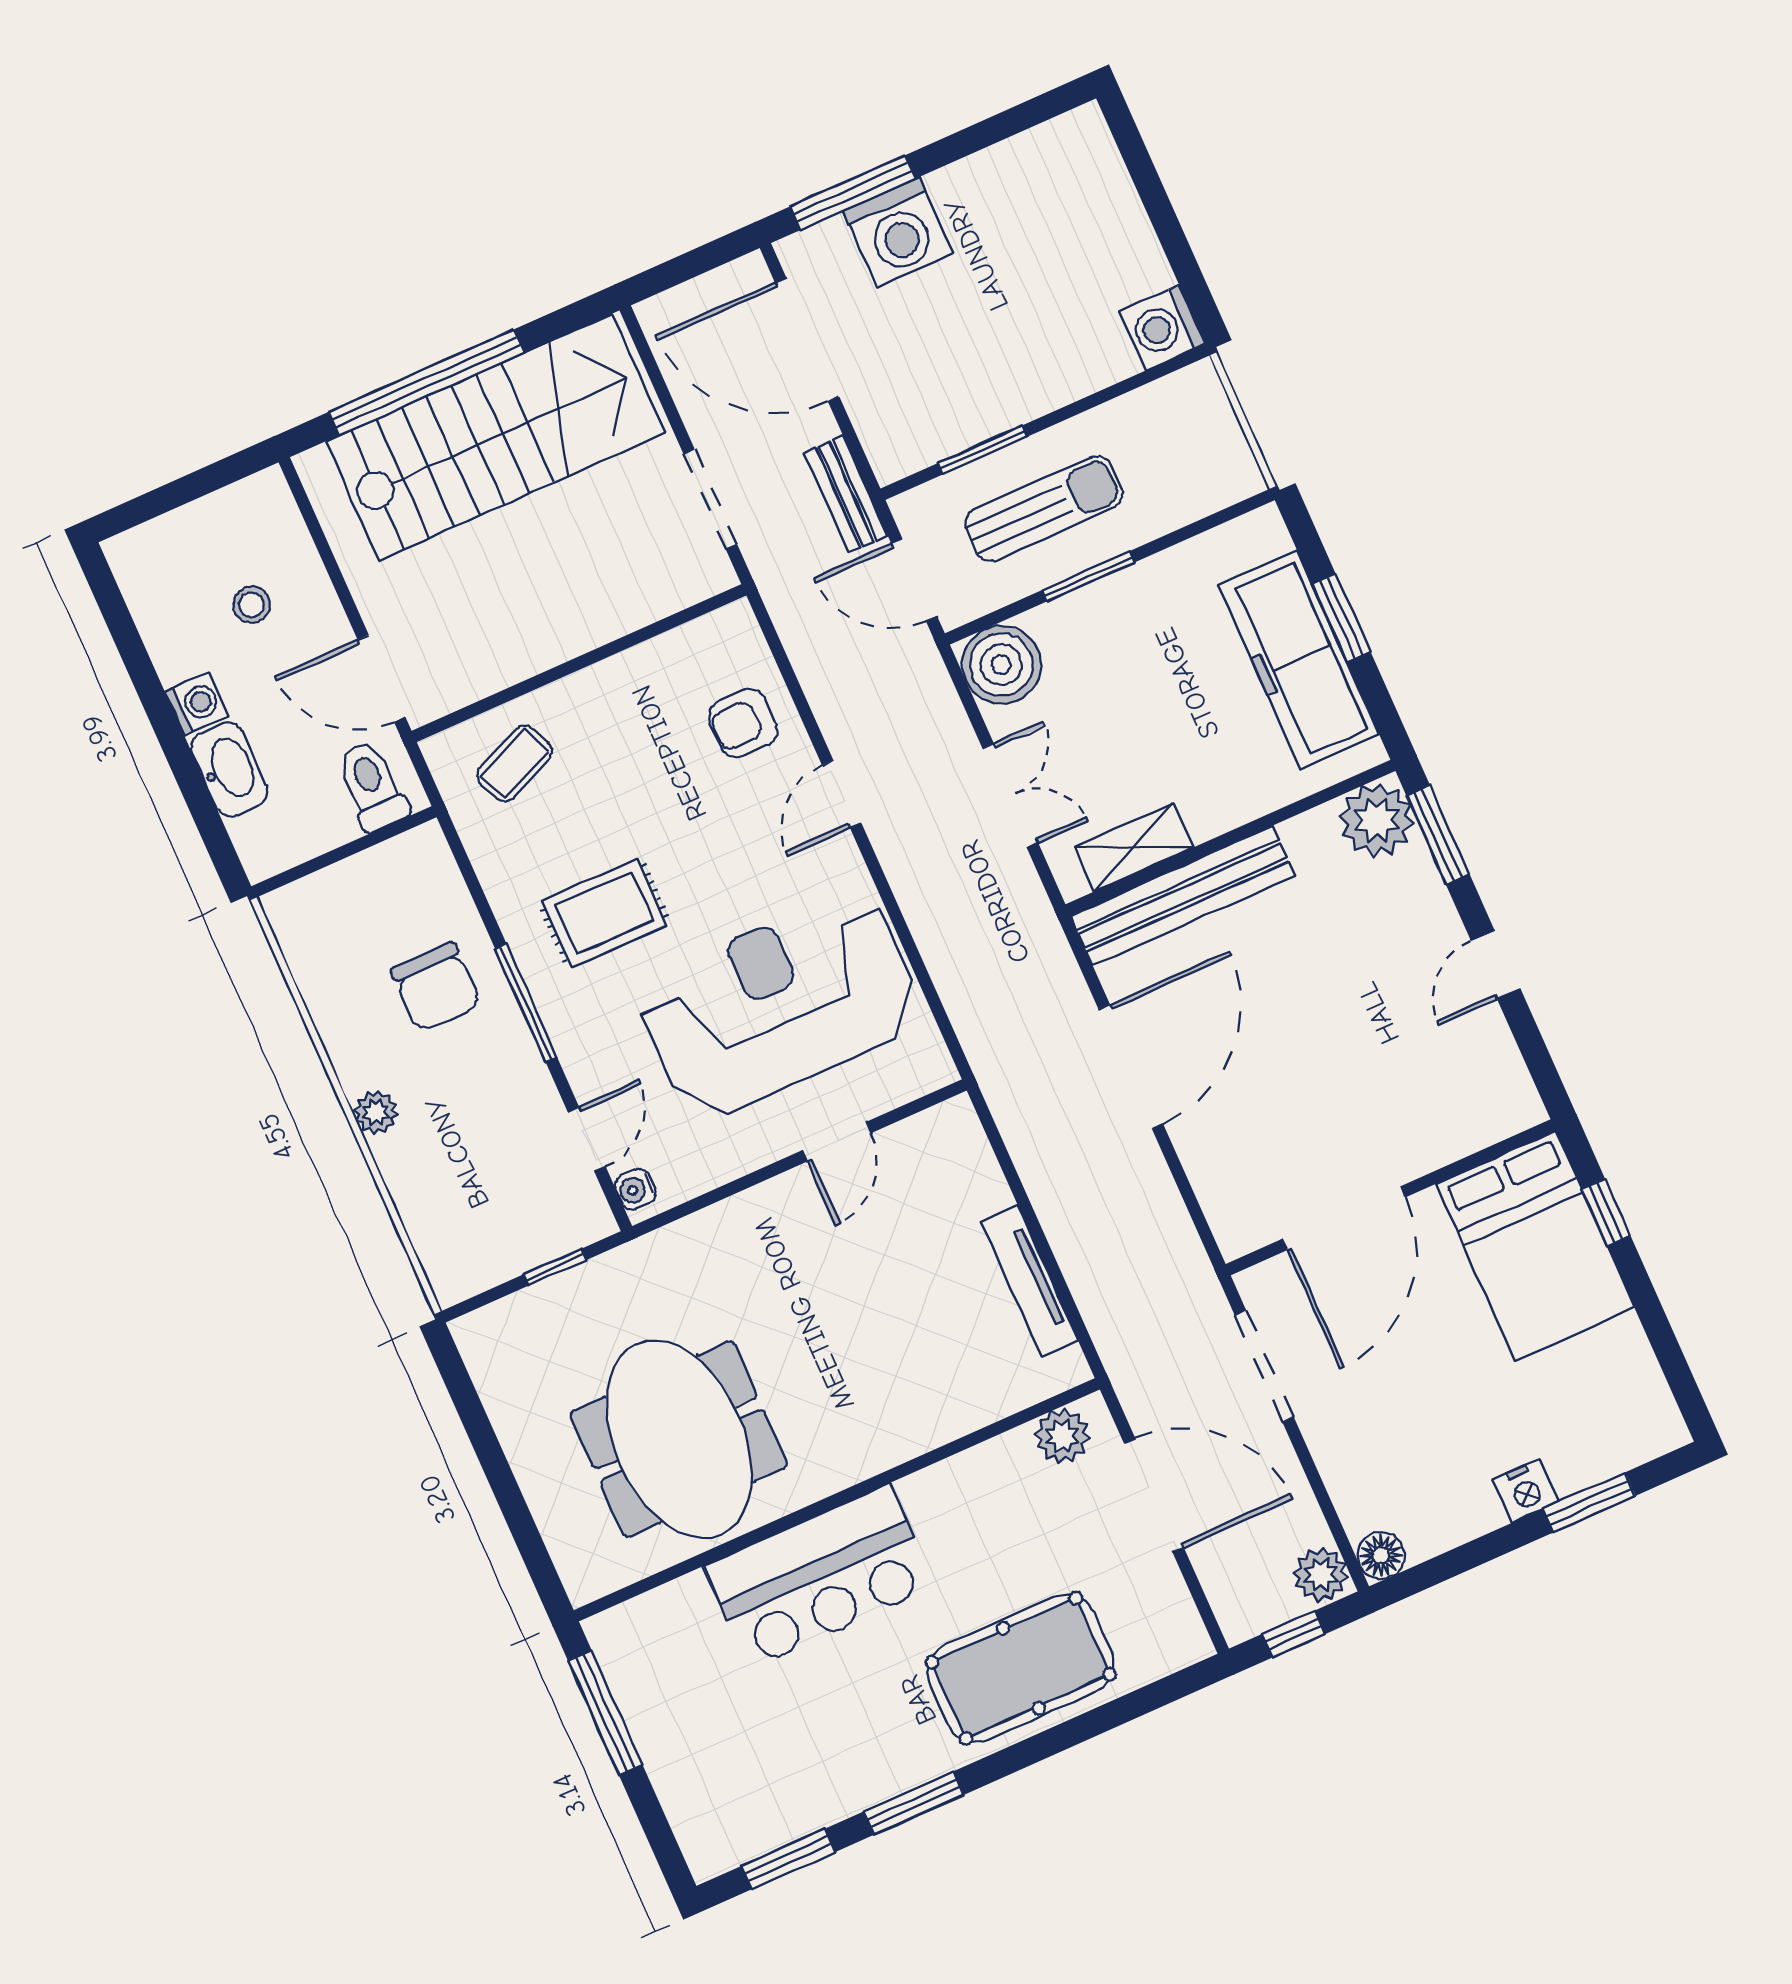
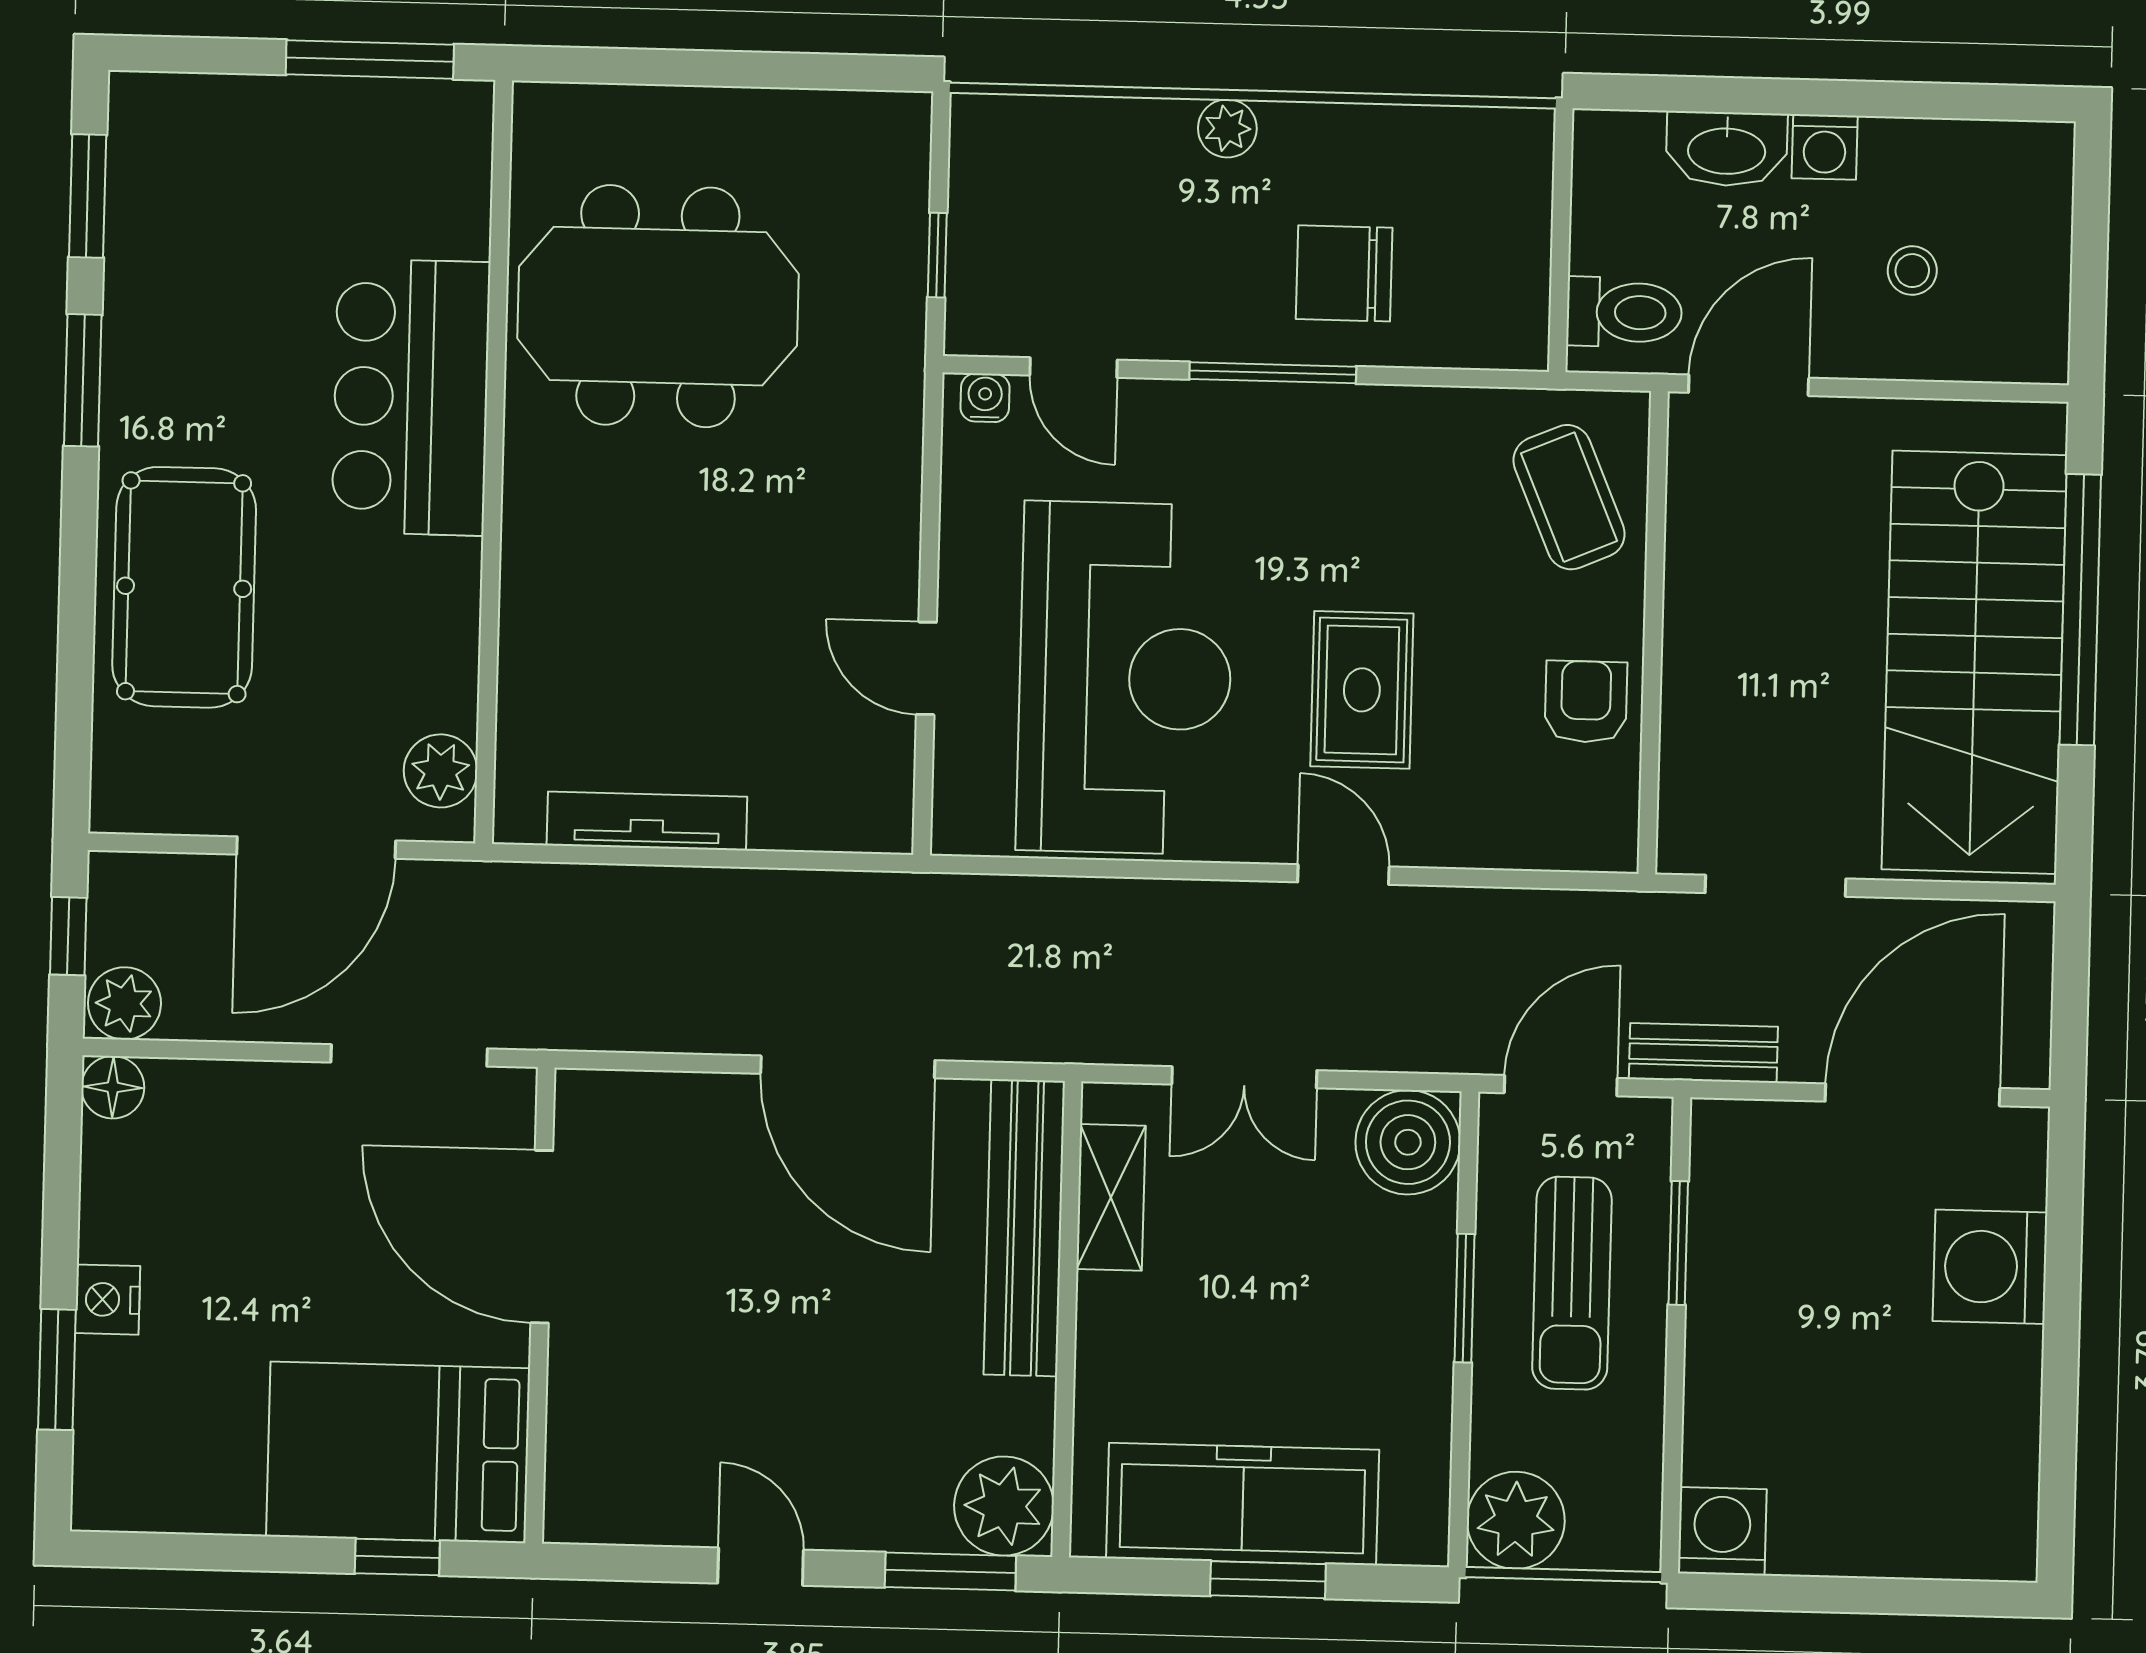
window: (852, 193) -> (2064, 1234), removed
plant: (1222, 470) -> (1516, 1520), added
armchair: (743, 723) -> (1586, 702), moved
coffee table: (515, 763) -> (1569, 497), width x1.36, depth x1.30
rug: (604, 913) -> (1362, 690), moved

